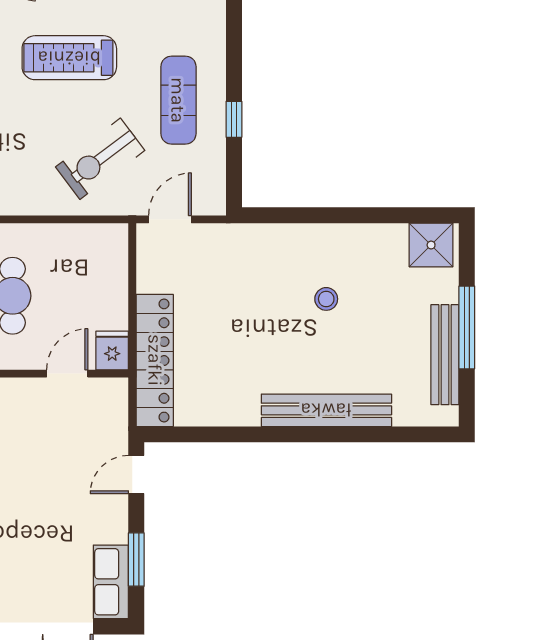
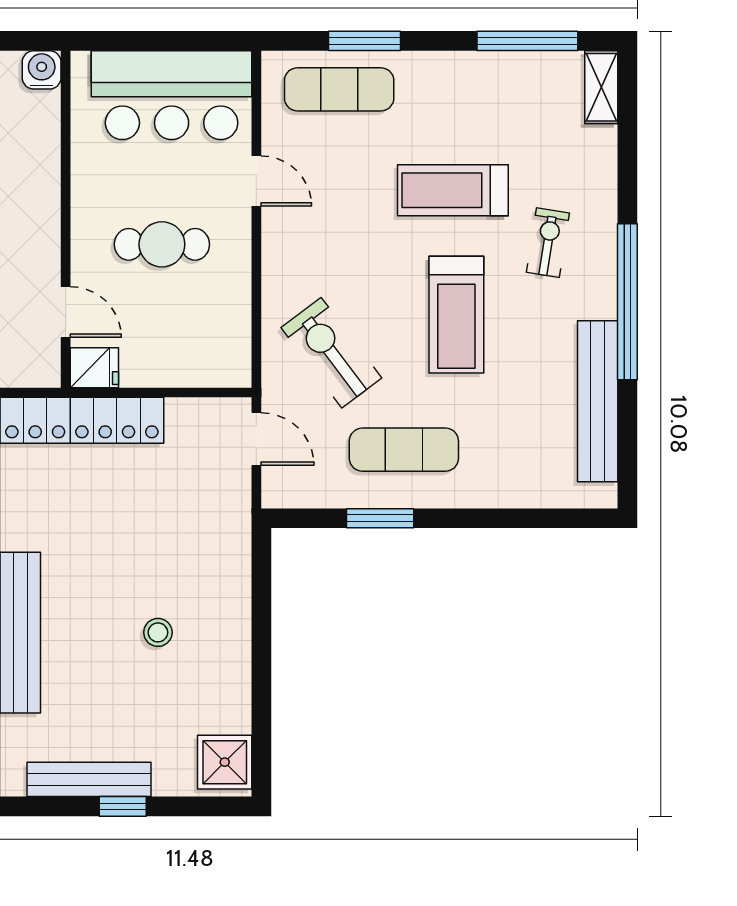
treadmill: (69, 58) -> (456, 315), turned 180
window: (234, 119) -> (380, 518), width x1.50
window: (467, 327) -> (123, 806), width x0.46

